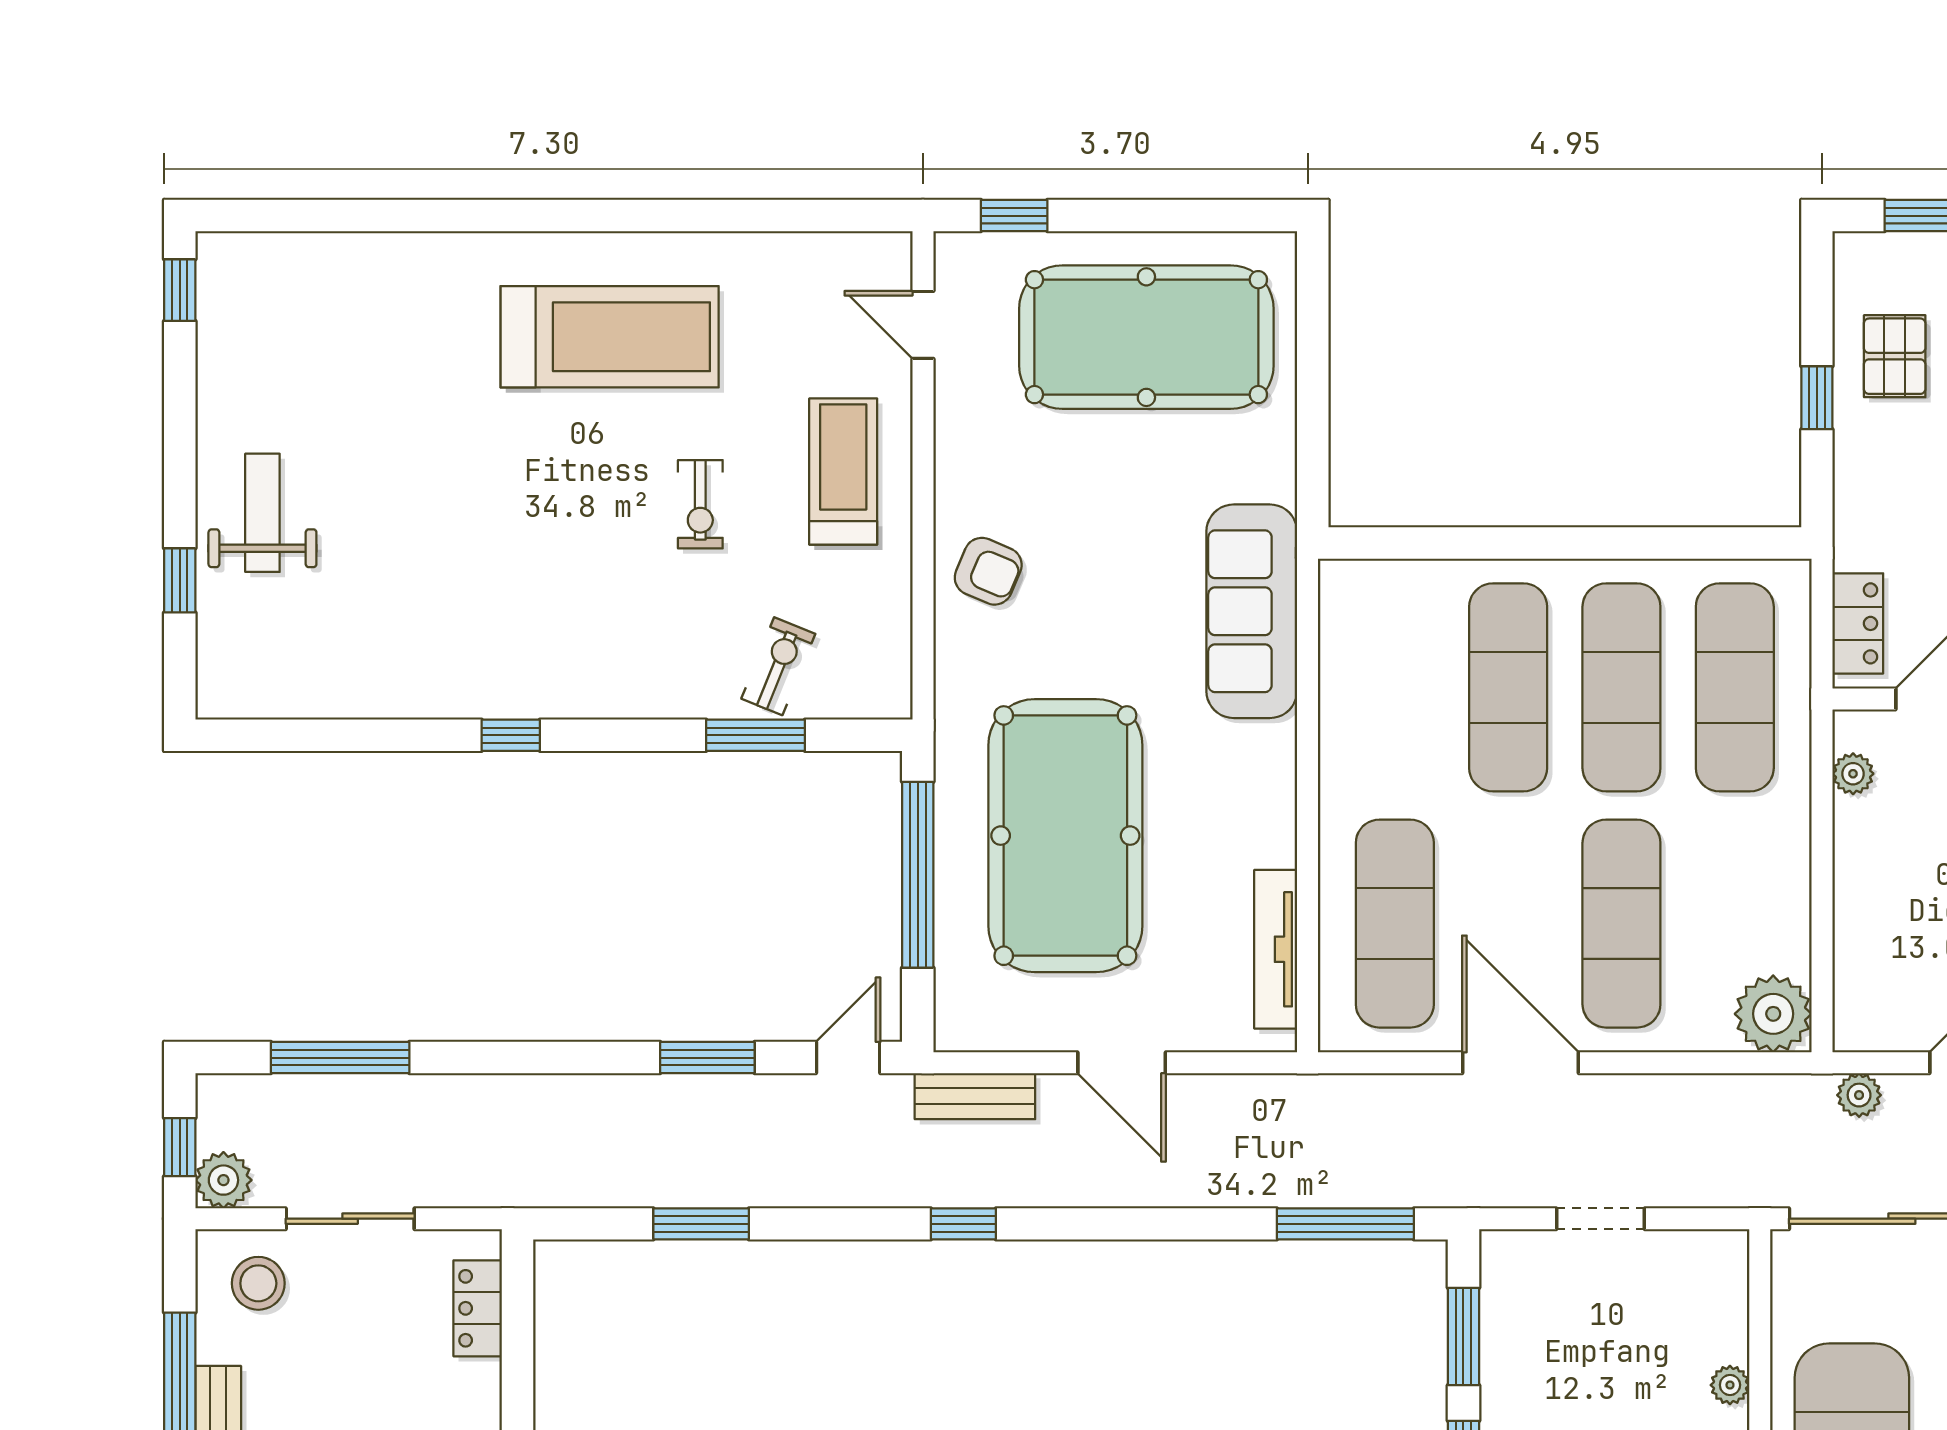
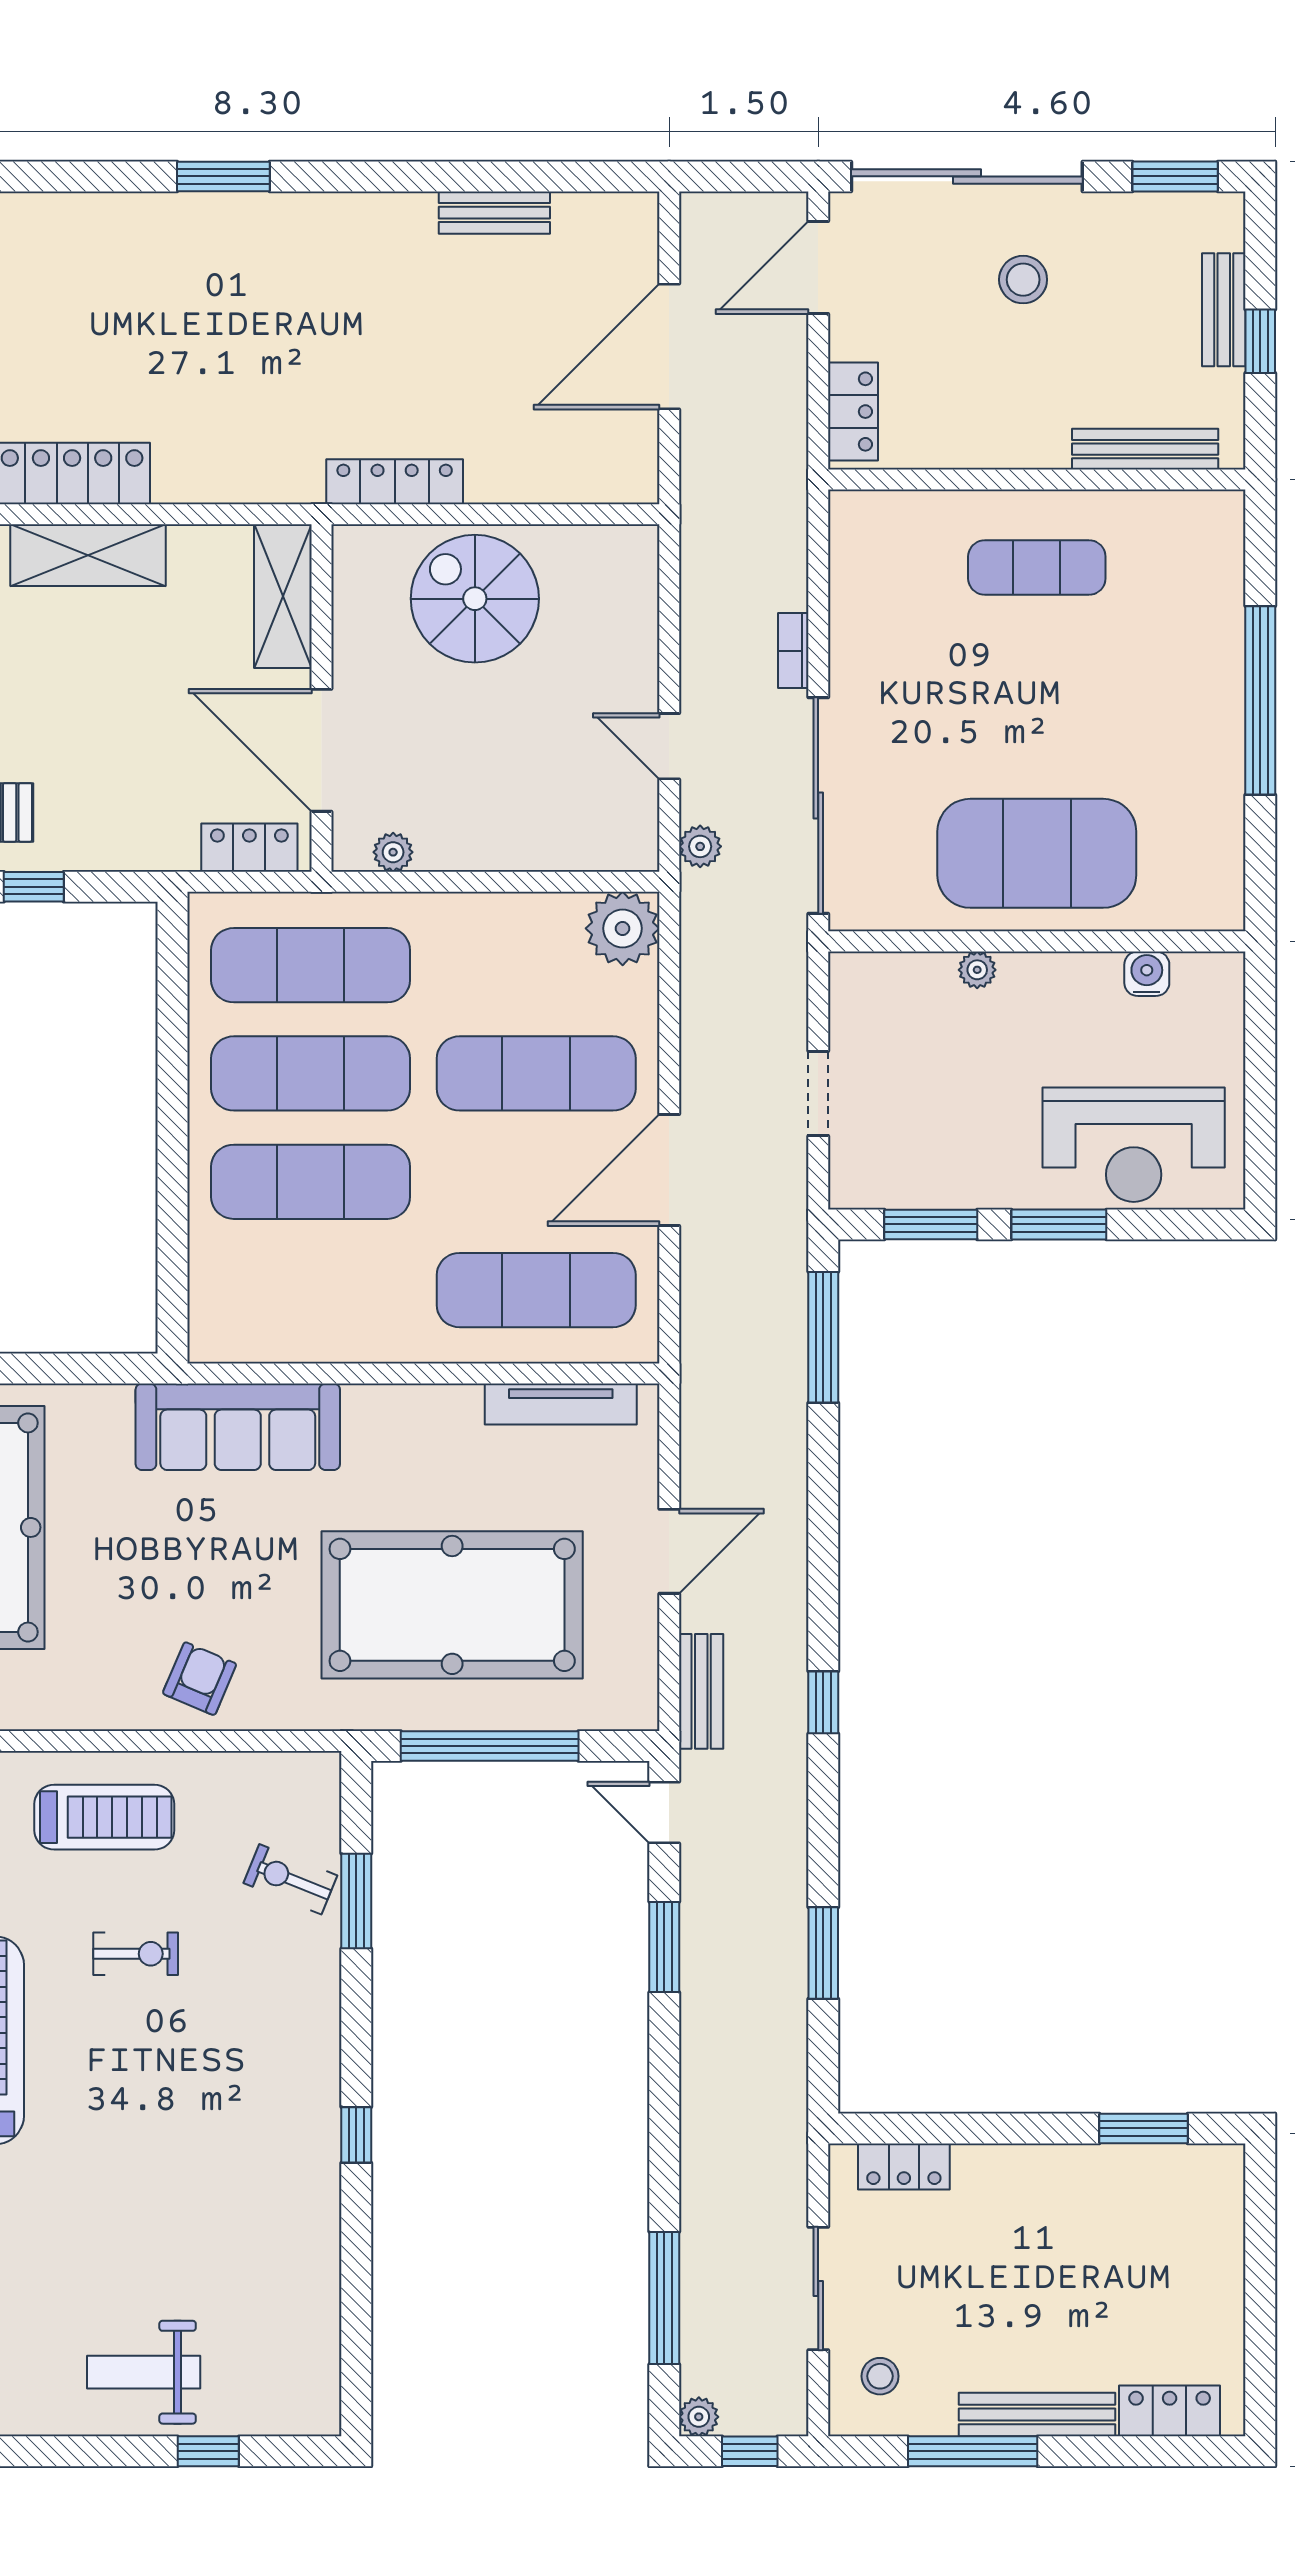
treadmill: (843, 472) -> (104, 1817), turned 180
plant: (223, 1180) -> (699, 2417), moved, width x0.73, depth x0.73
stool: (258, 1283) -> (880, 2376), width x0.73, depth x0.73

